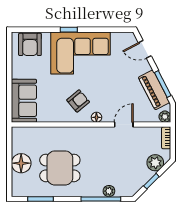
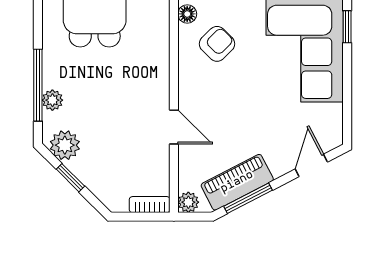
armchair: (78, 101) -> (217, 44), turned -95
floor lamp: (96, 117) -> (187, 14), moved
plant: (155, 163) -> (65, 145), moved

